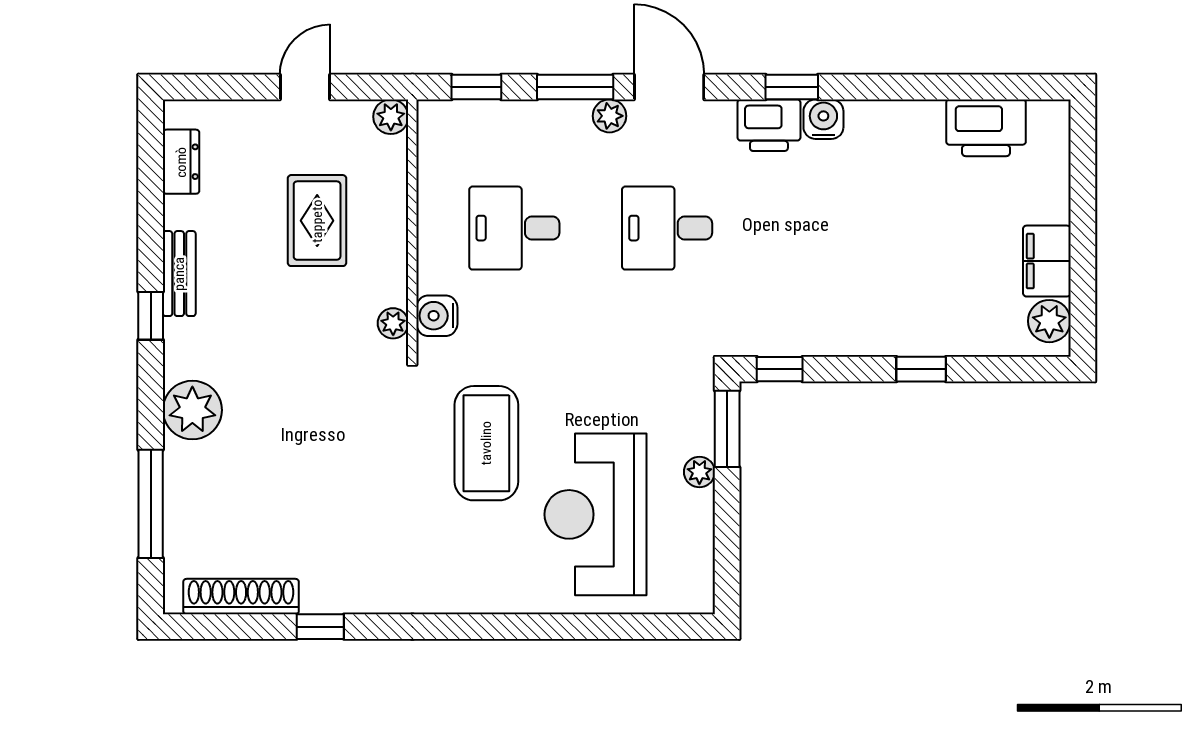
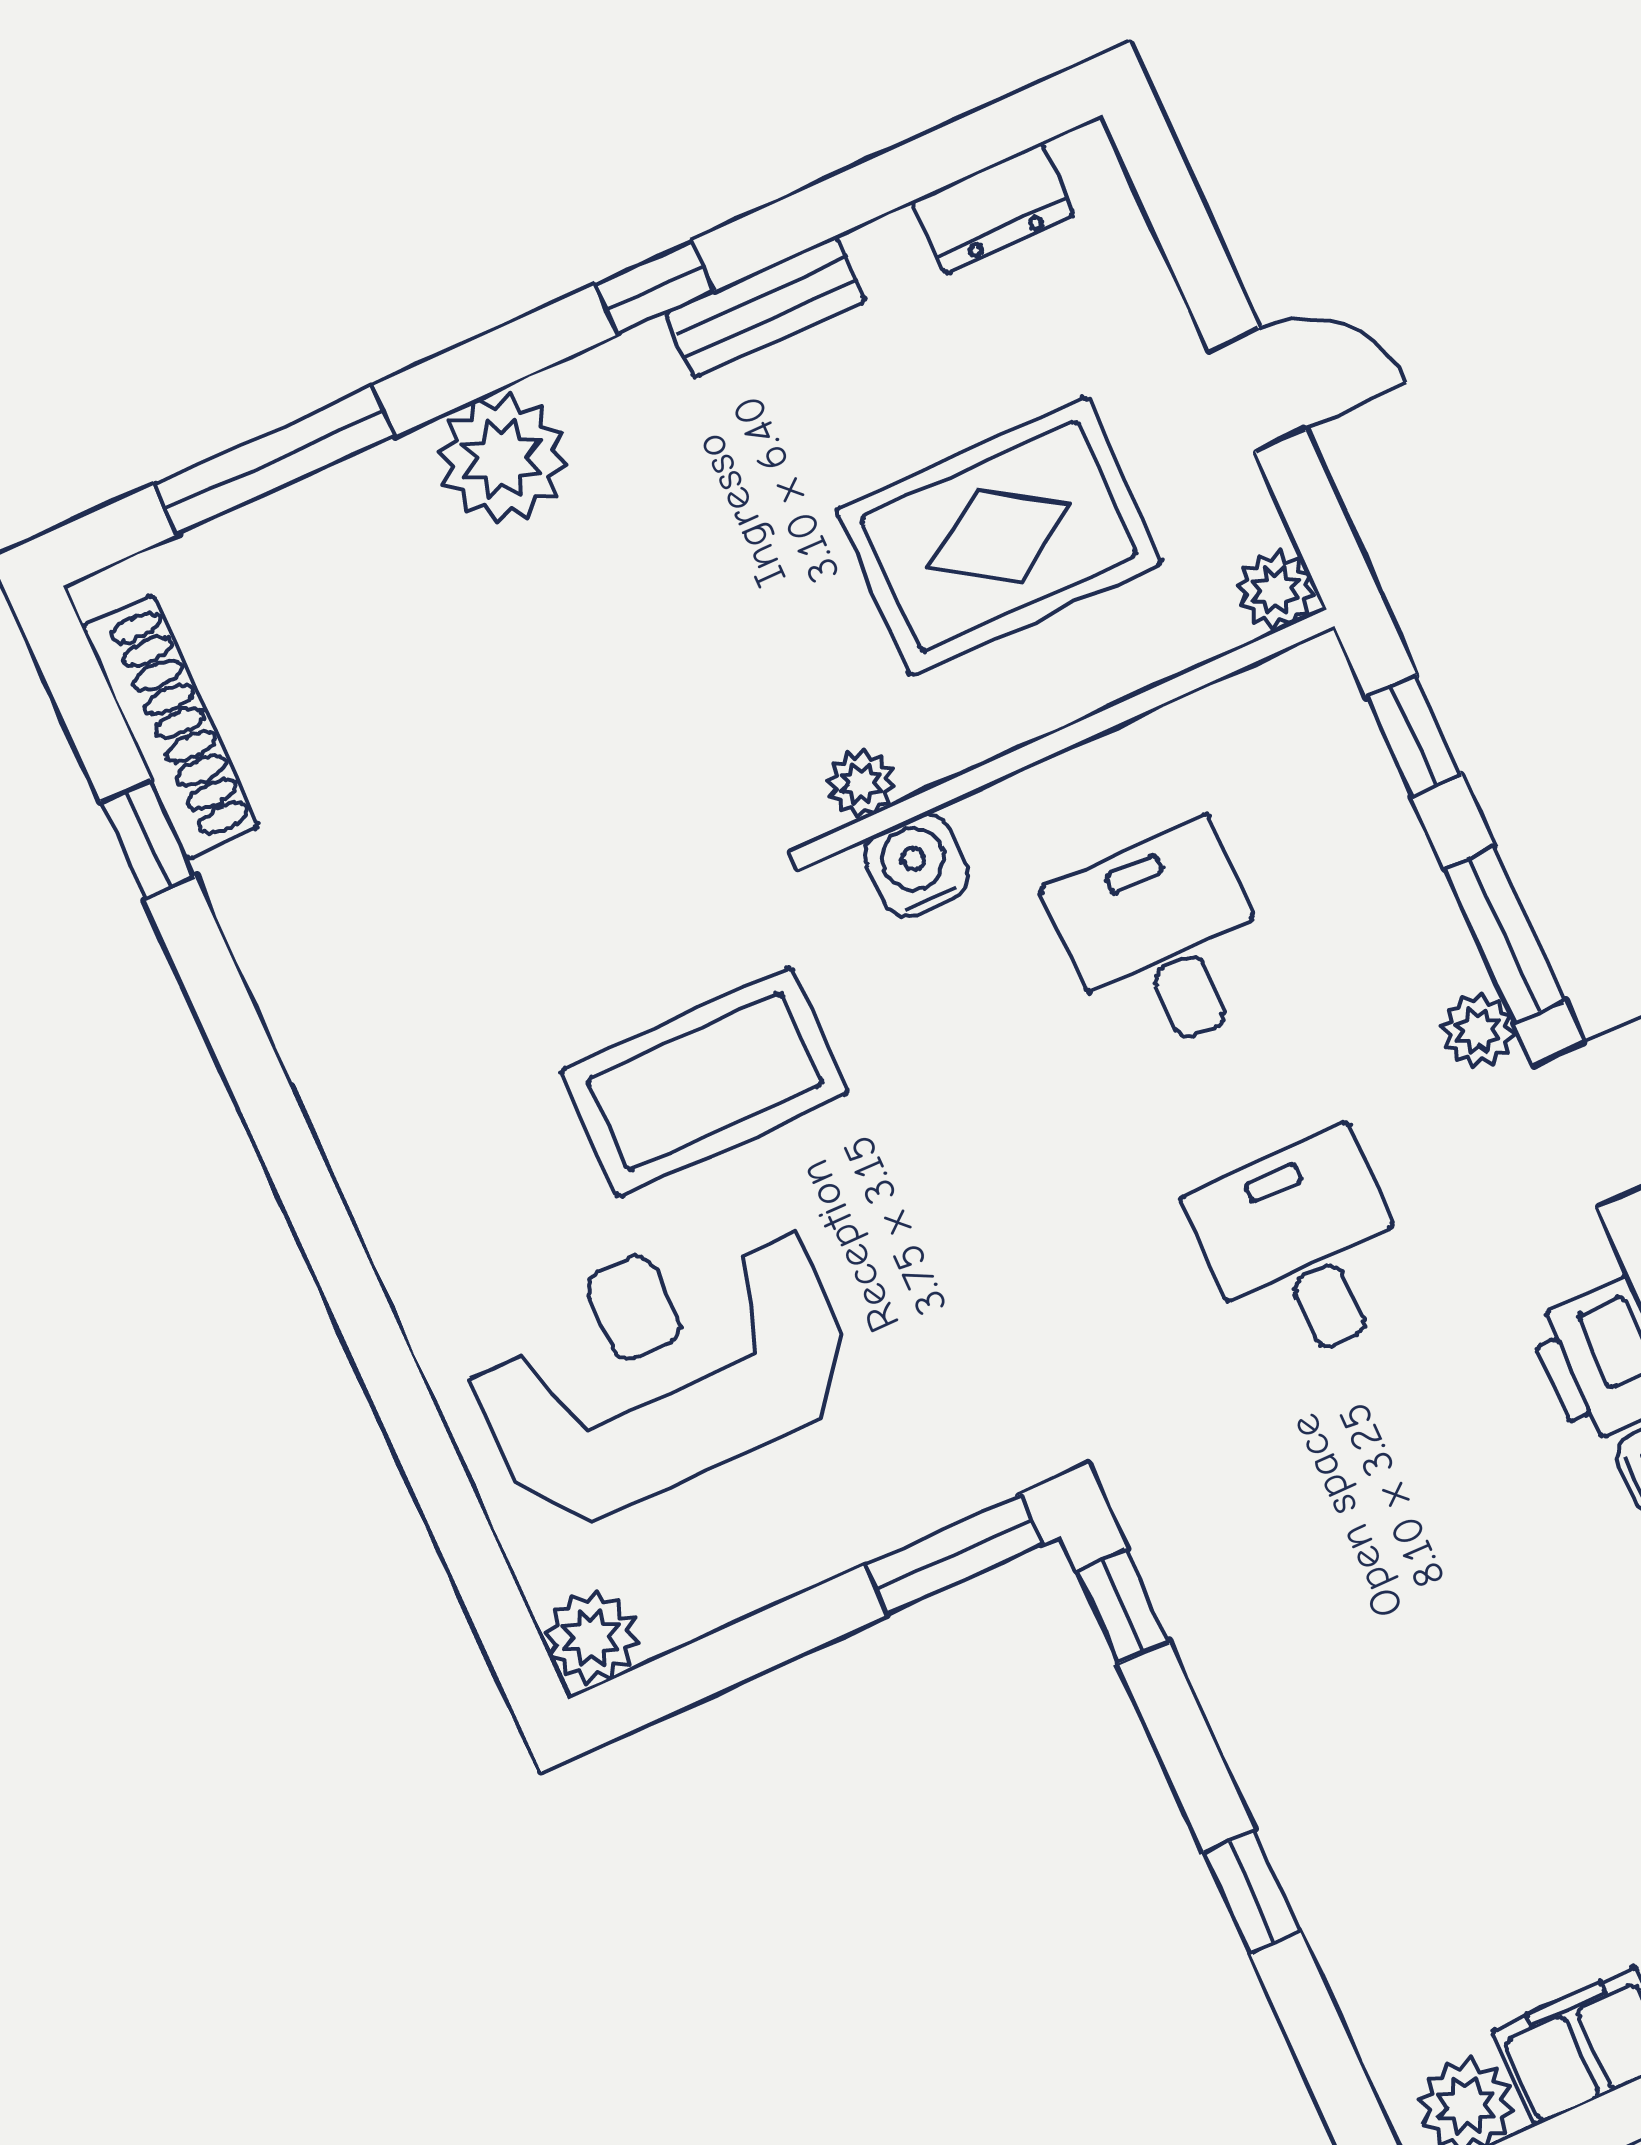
rug: (317, 221) -> (999, 536), width x1.36, depth x1.43
plant: (699, 472) -> (591, 1638), moved, width x1.38, depth x1.38
window: (320, 627) -> (148, 840), moved

